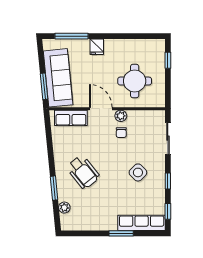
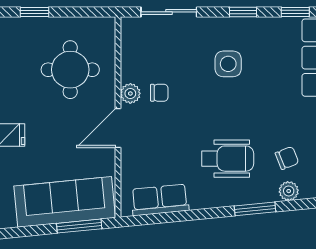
row of seats: (71, 118) -> (160, 200), moved, turned -96
wheelchair: (83, 172) -> (228, 159), turned 39
side table: (138, 172) -> (228, 64), turned 45
chair: (83, 207) -> (287, 158), added

